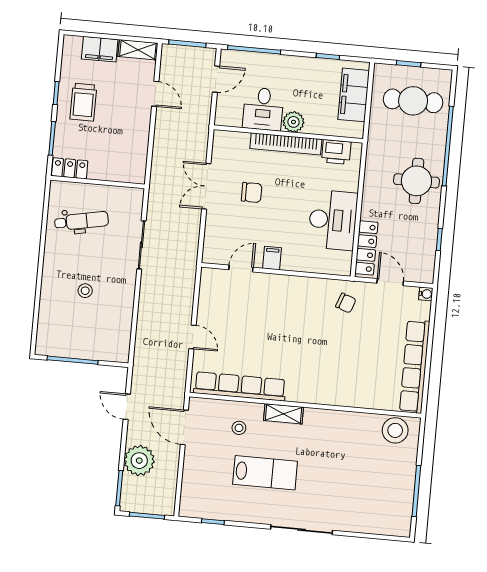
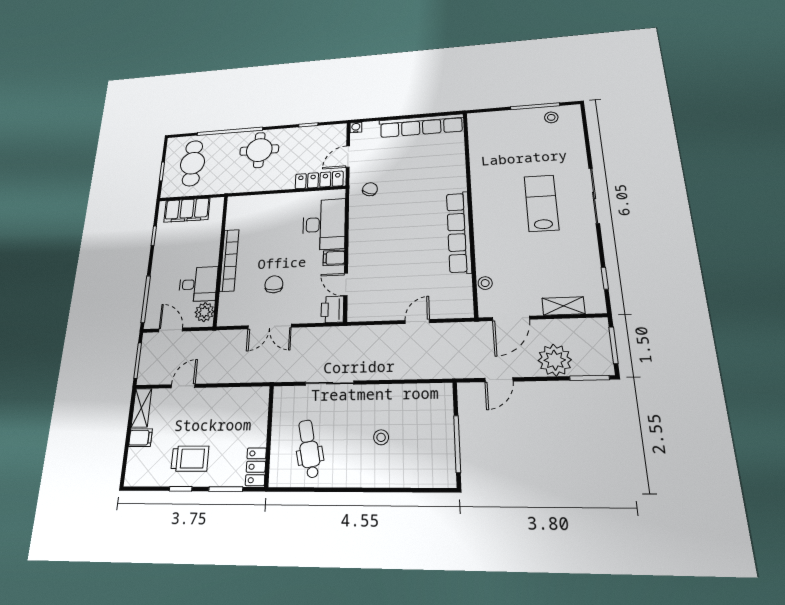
filing cabinet: (100, 49) -> (140, 438), width x0.50
plant: (293, 122) -> (204, 312), moved
printer: (336, 152) -> (332, 309), moved, turned 180
desk: (333, 220) -> (324, 224), moved, turned 90
row of seats: (240, 386) -> (459, 232), moved
shelving: (283, 414) -> (563, 306), moved, turned 90
stool: (239, 428) -> (485, 283), moved
stool: (395, 430) -> (551, 117), moved, width x0.53, depth x0.53
lab bench: (265, 473) -> (541, 203), moved

